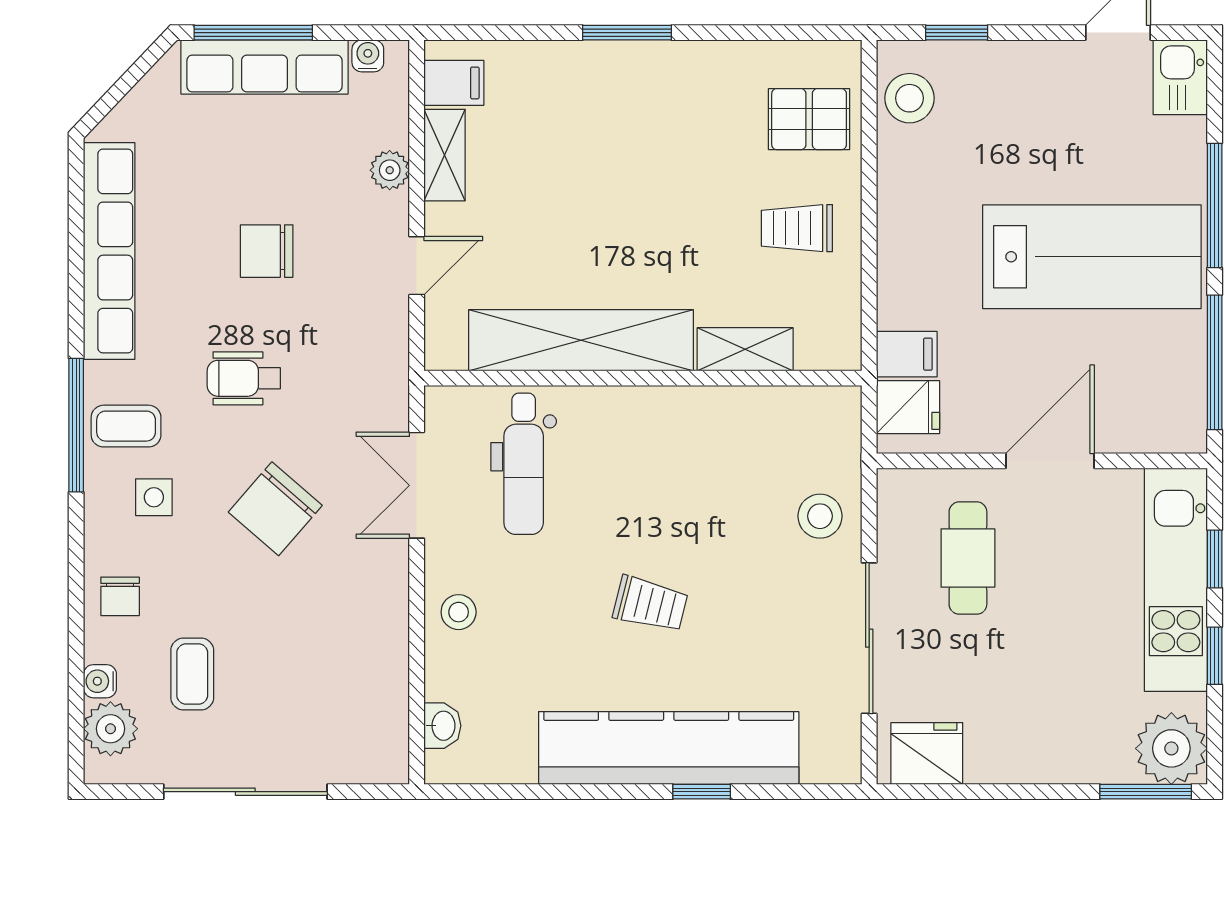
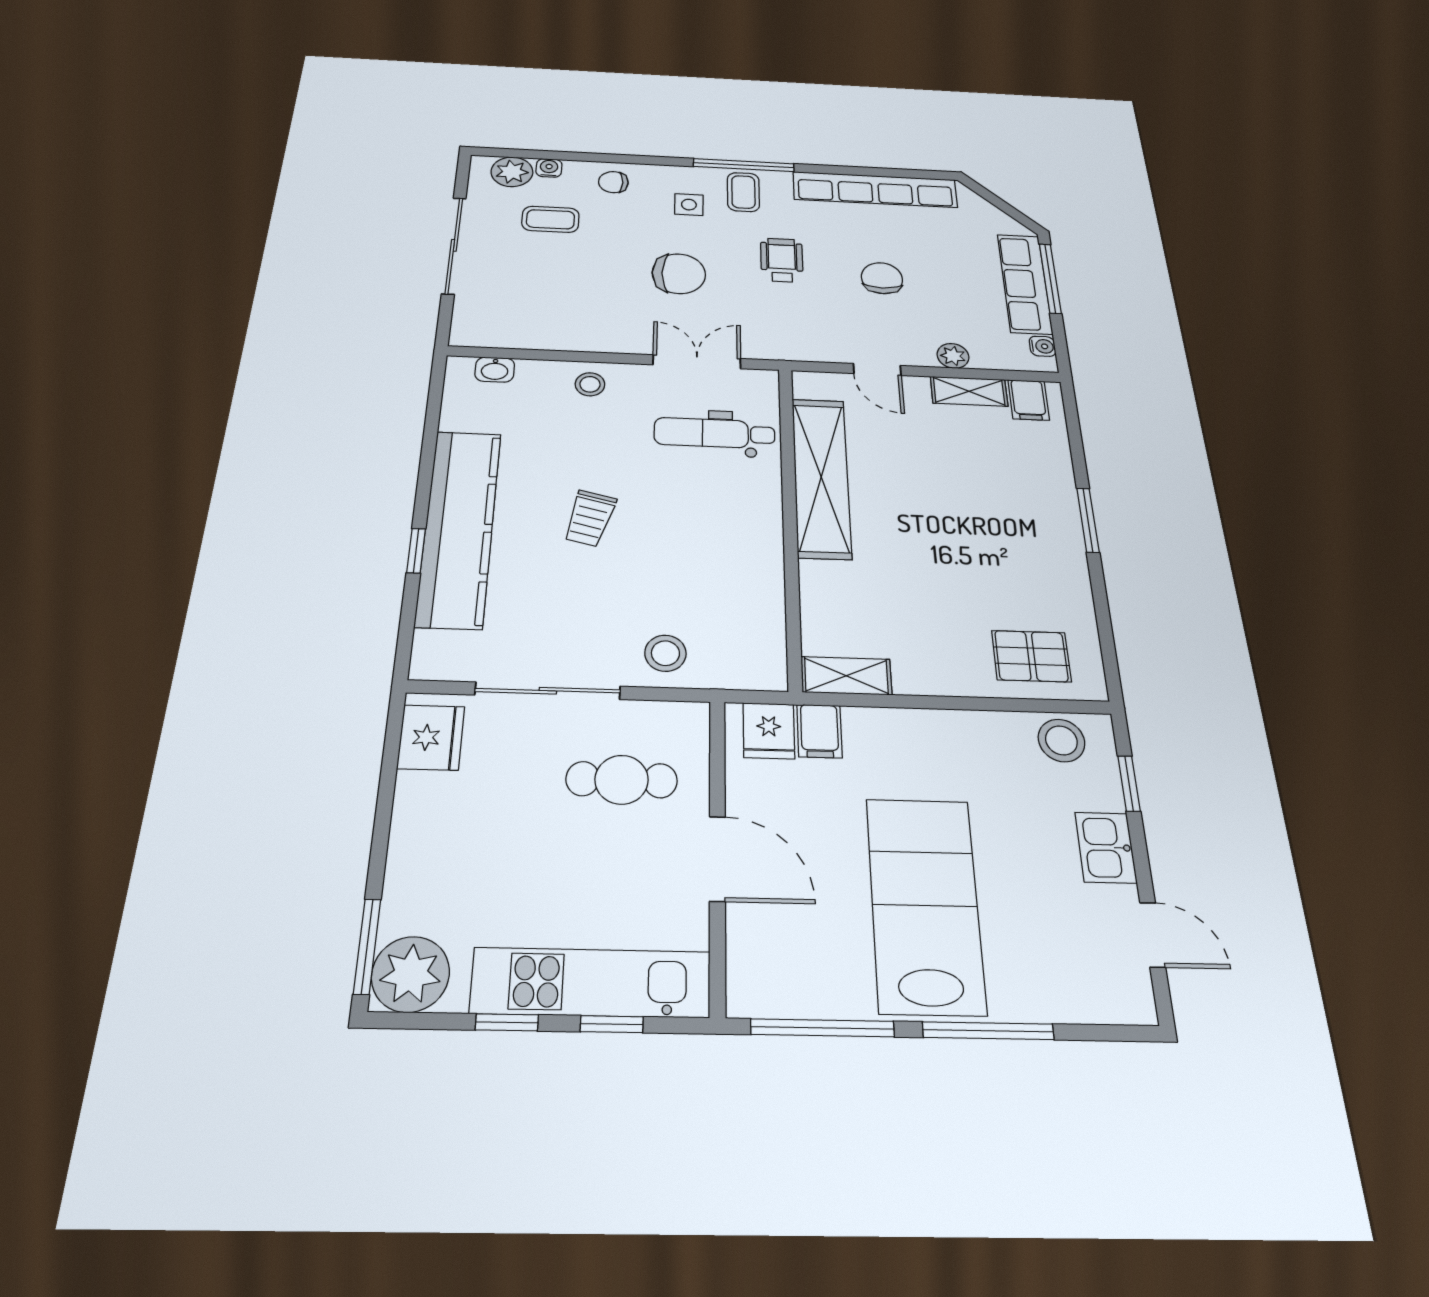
kitchen sink: (1180, 77) -> (1106, 848), moved, turned -90
pallet: (809, 119) -> (1031, 656), turned 90
trolley: (797, 228) -> (931, 643), removed
lab bench: (1092, 257) -> (925, 904), turned 180
shelving: (745, 349) -> (846, 676), moved, turned 90
chair: (275, 509) -> (679, 274), turned 139

